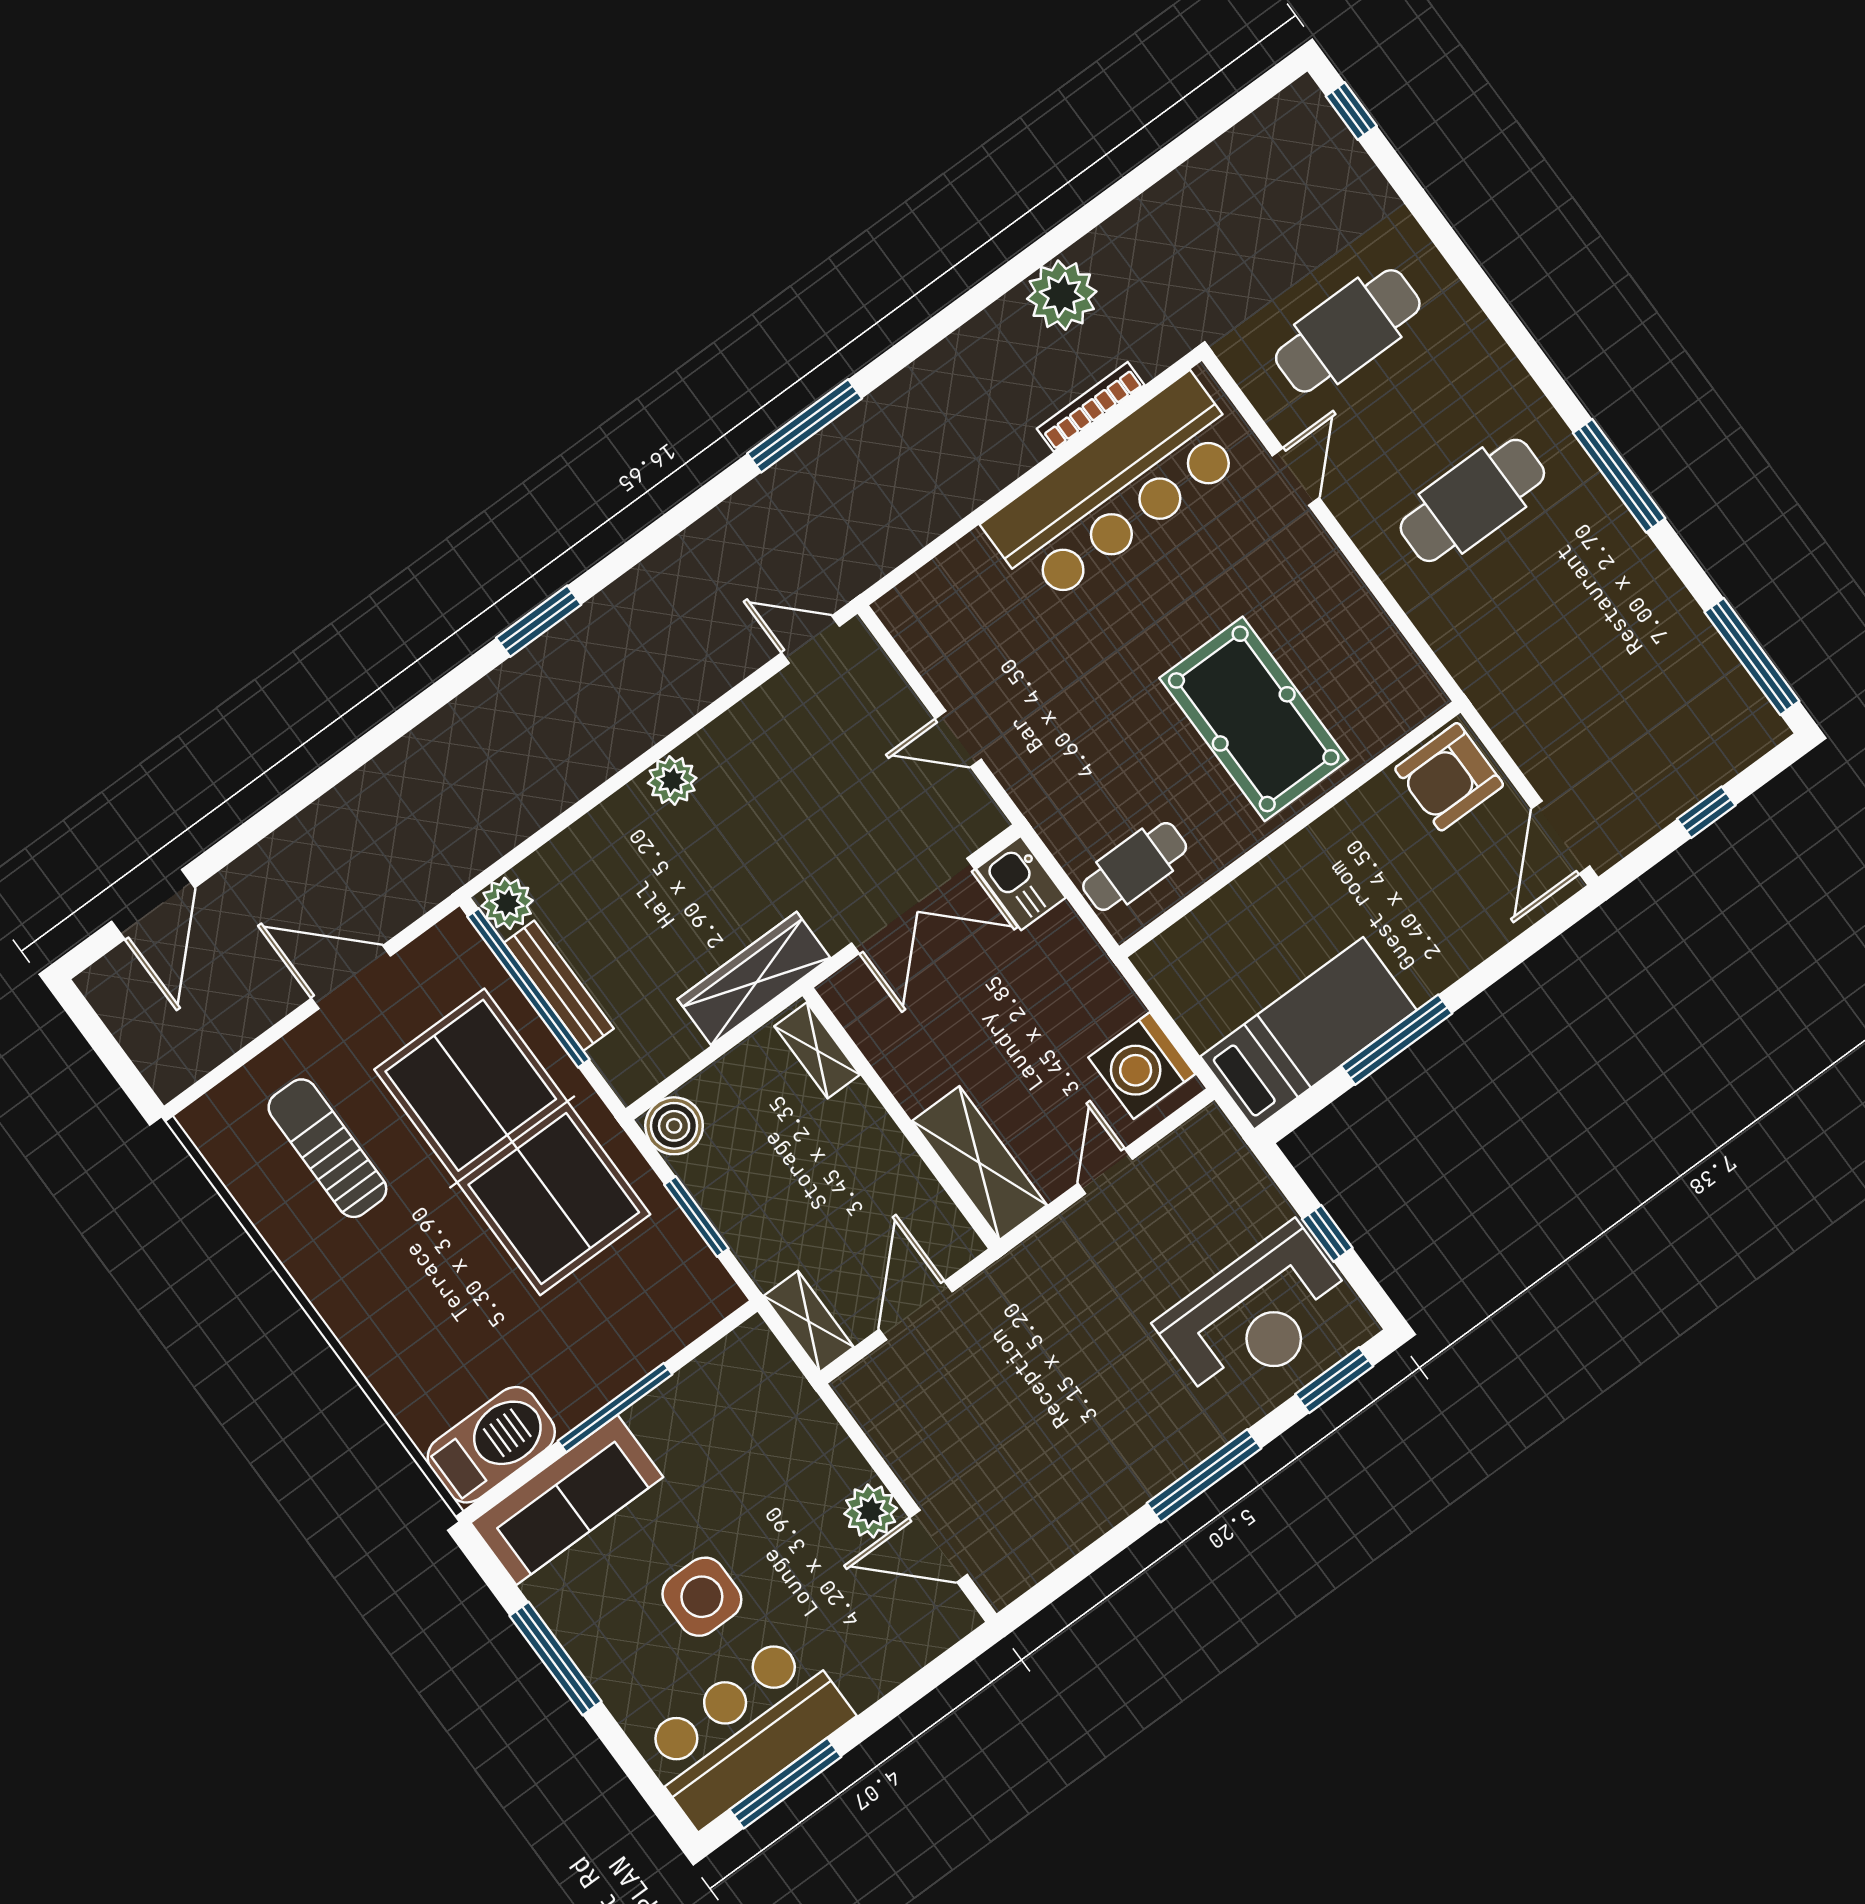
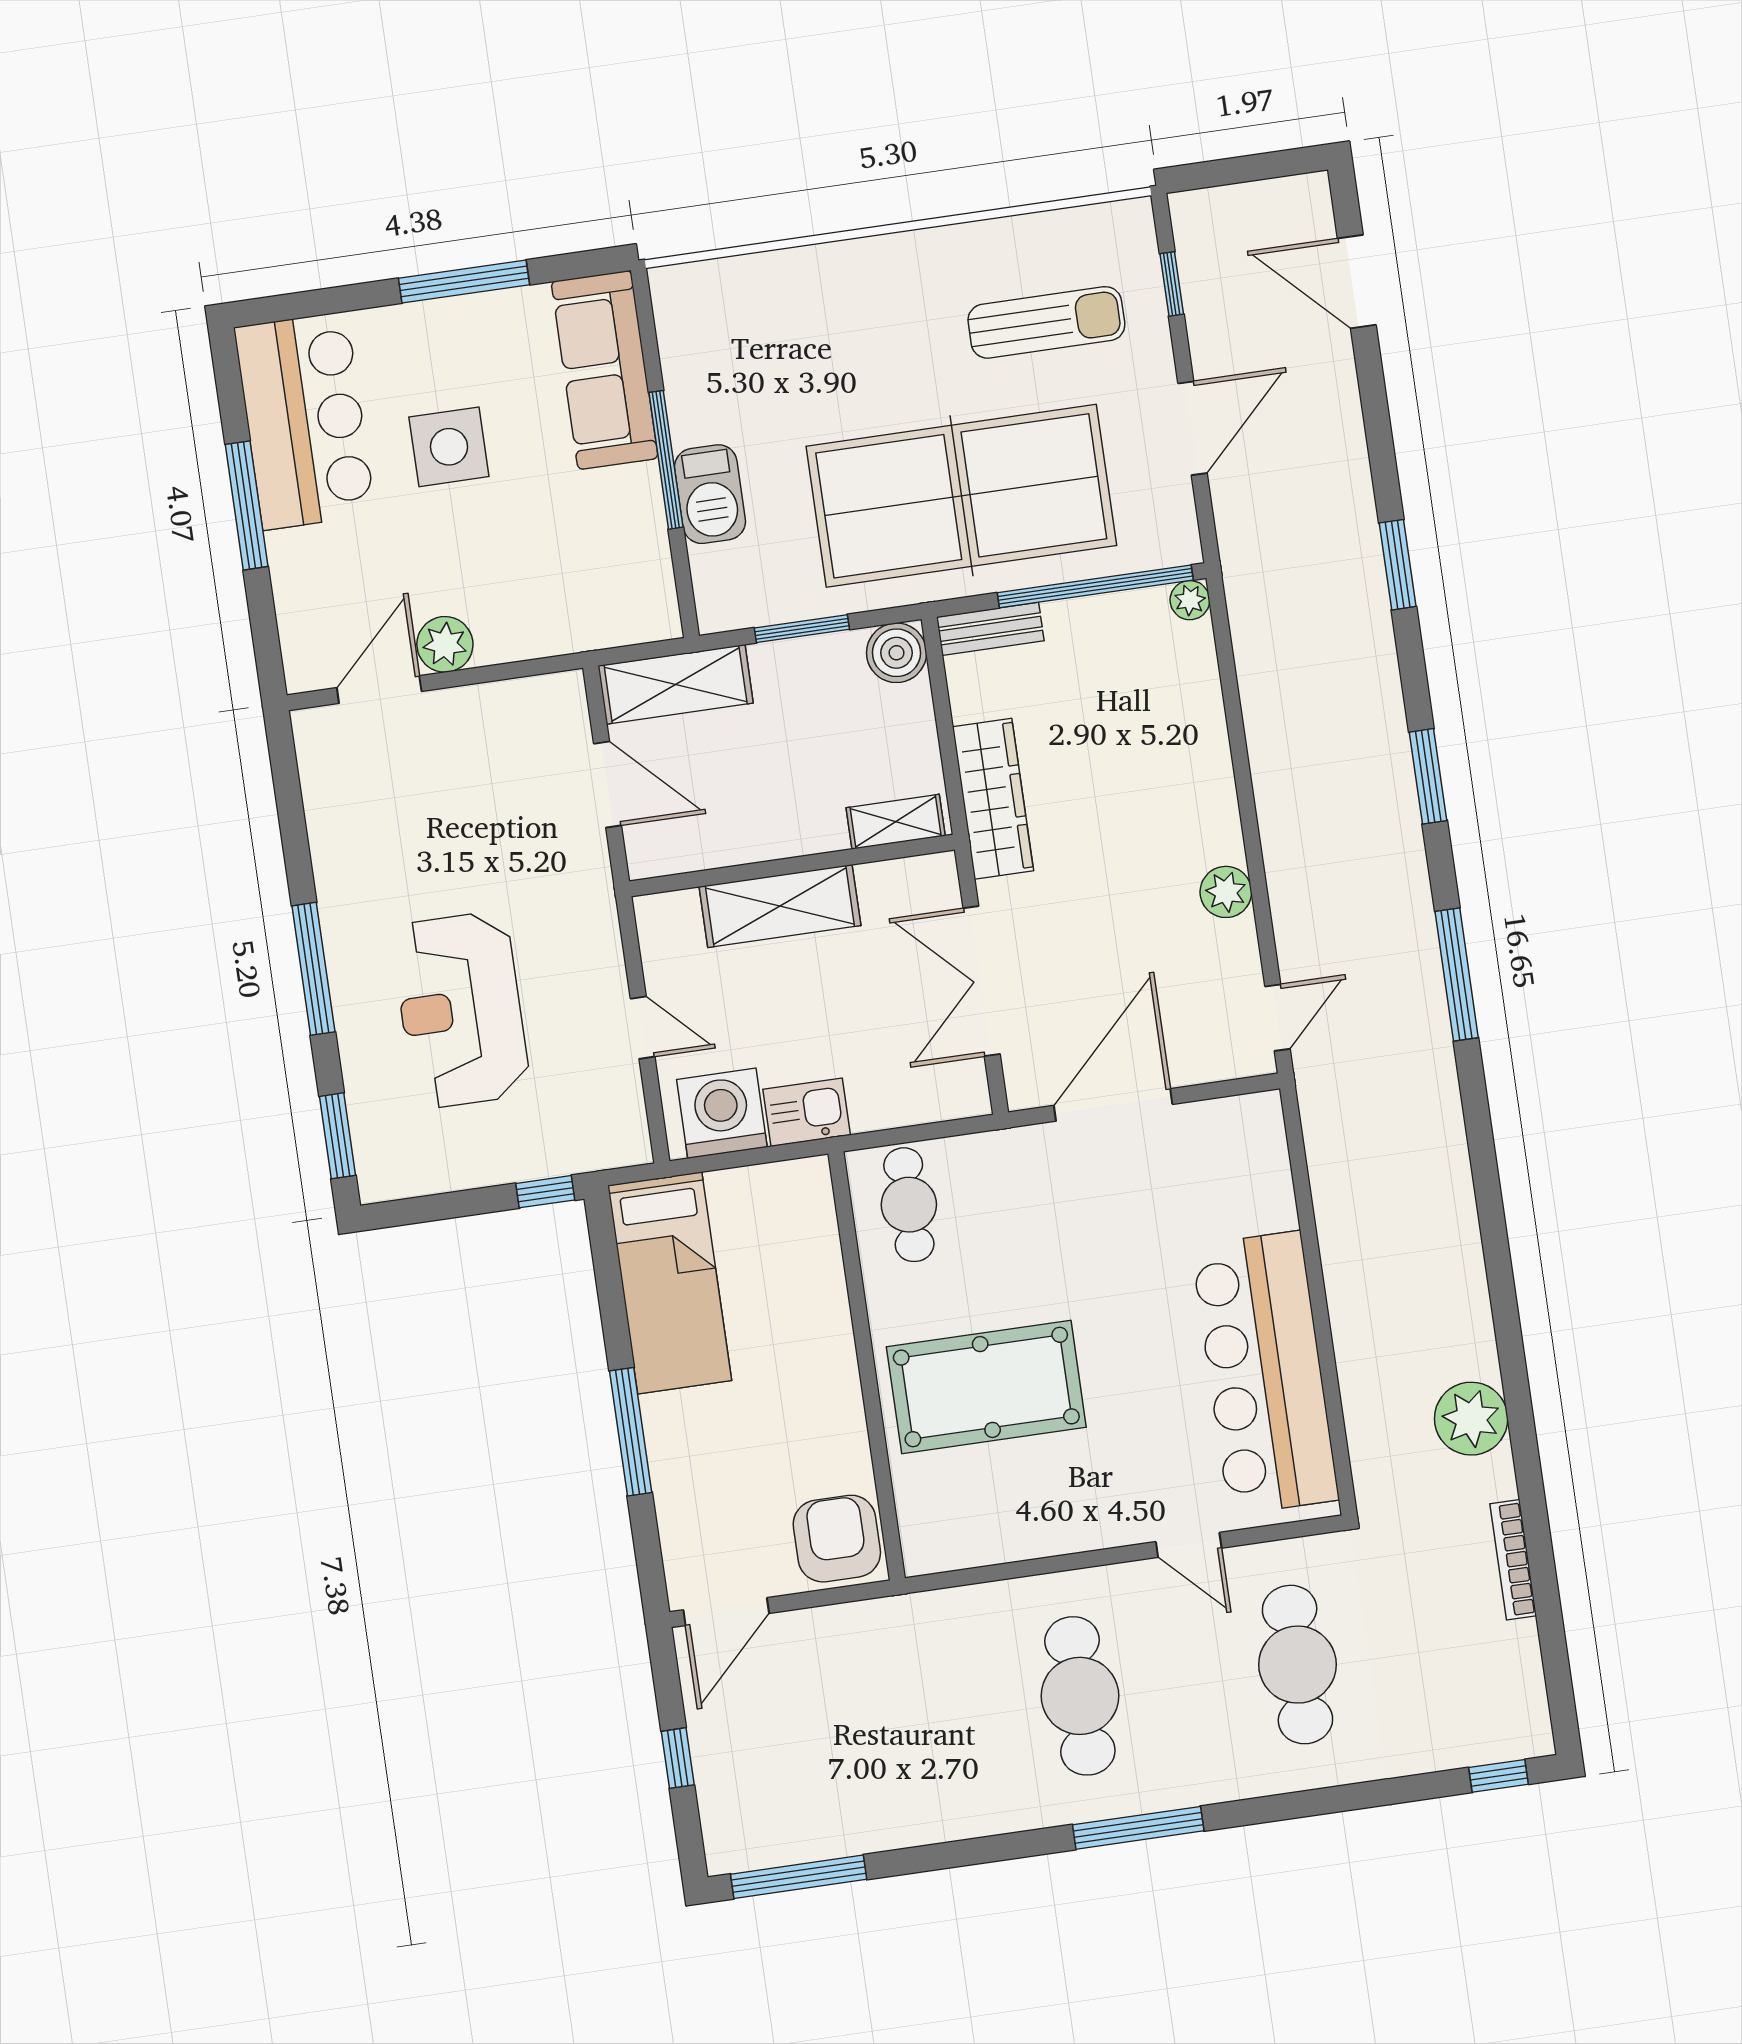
bookcase: (1091, 407) -> (1513, 1560), moved, turned 180
window: (805, 426) -> (1457, 975), moved
window: (1619, 476) -> (1138, 1828), moved
door: (958, 739) -> (1113, 1105), width x1.88
window: (374, 742) -> (1398, 565), added
plant: (672, 780) -> (1226, 892), moved
door: (1561, 837) -> (726, 1612), swing flipped
kitchen sink: (1021, 883) -> (807, 1112), moved
plant: (507, 903) -> (1190, 600), width x0.73, depth x0.73
bench: (559, 986) -> (990, 629), moved, width x0.73
window: (1397, 1040) -> (631, 1432), moved
window: (238, 1060) -> (1172, 284), added
shelving: (979, 1163) -> (780, 906), moved
window: (1327, 1233) -> (545, 1192), moved
reception desk: (1256, 1315) -> (461, 1010), moved
shelving: (809, 1321) -> (676, 684), width x1.50, depth x1.33
barbecue: (491, 1445) -> (710, 494), moved, width x0.73, depth x0.83
window: (785, 1783) -> (247, 505), moved

